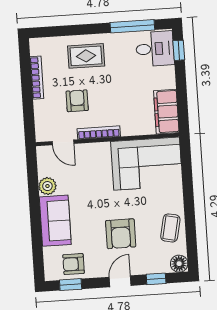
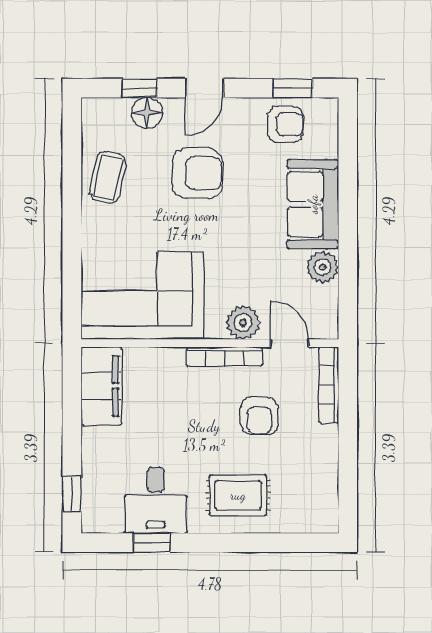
window: (132, 26) -> (152, 543), width x0.46
desk: (155, 49) -> (156, 500), moved, turned -90
bookcase: (37, 78) -> (329, 385), moved
plant: (90, 152) -> (243, 323), added
armchair: (121, 234) -> (197, 173), turned 90
floor lamp: (179, 264) -> (147, 113), moved

